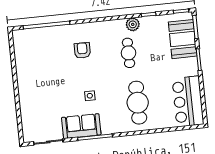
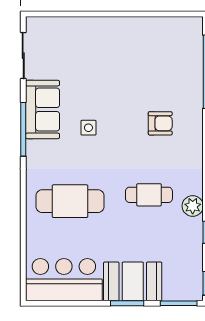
booth: (183, 39) -> (133, 281), moved

